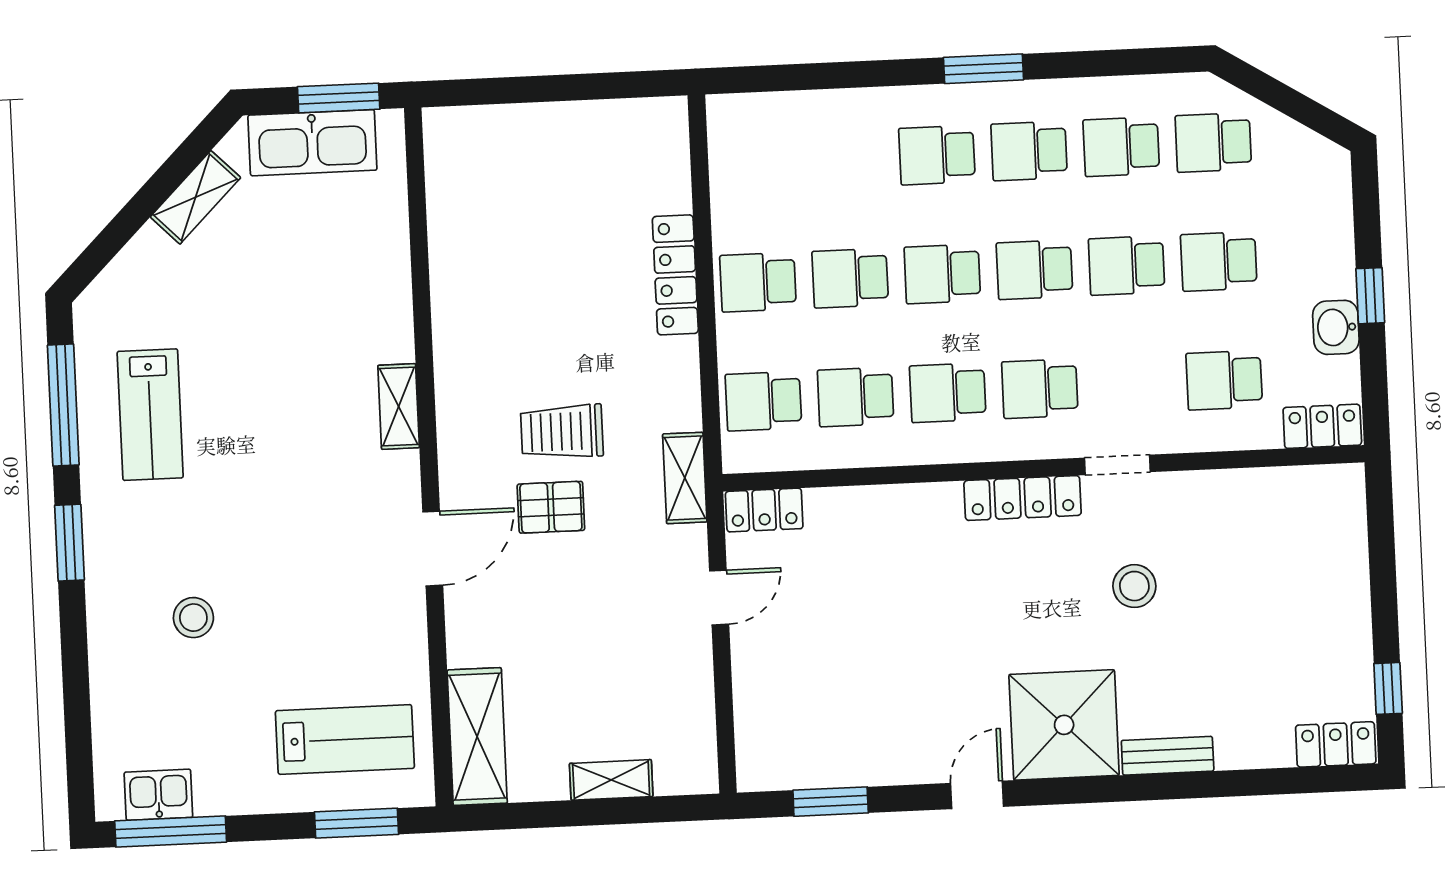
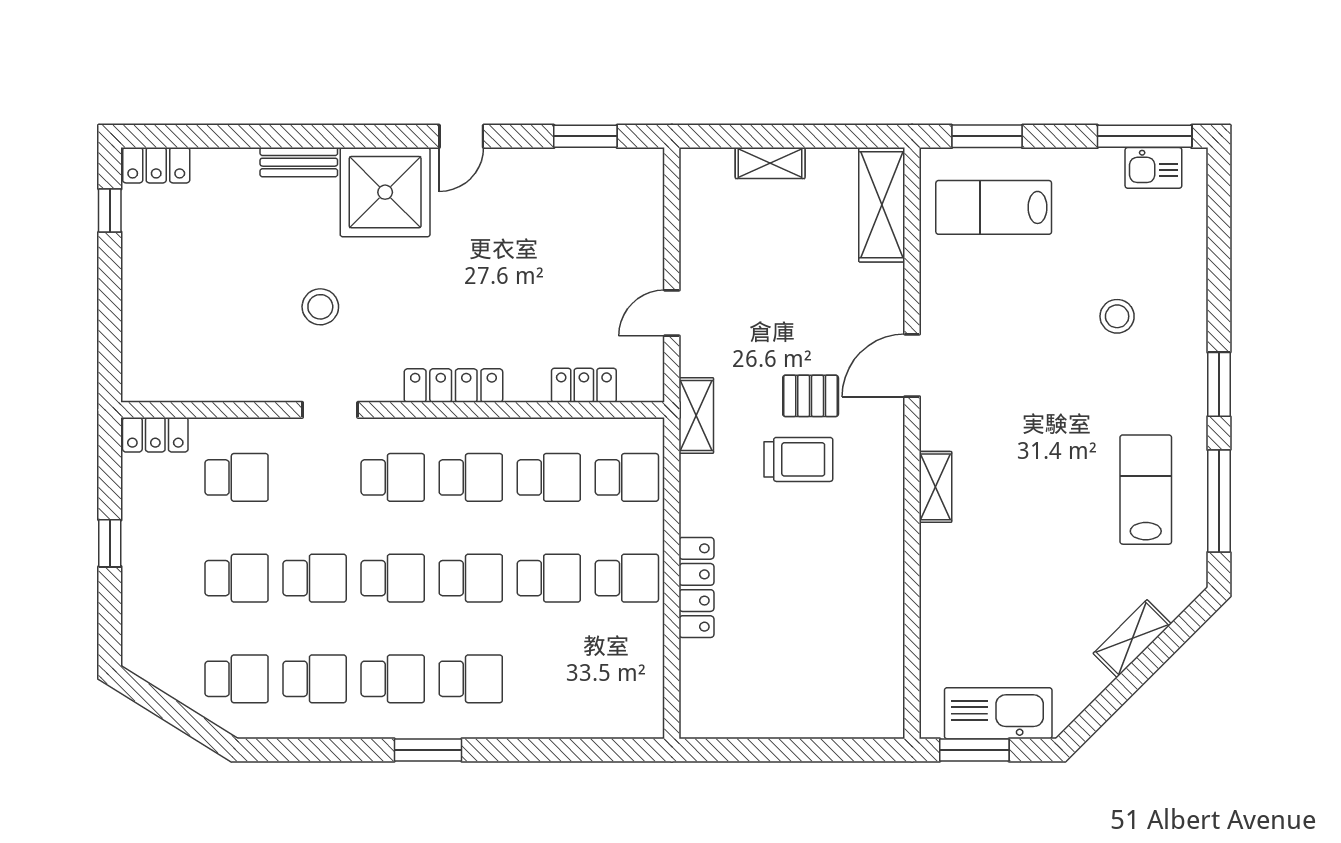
shelving: (195, 197) -> (1132, 639), moved
washbasin: (1336, 327) -> (140, 518), removed
locker: (1023, 498) -> (453, 386), moved
locker: (764, 510) -> (584, 385), moved

